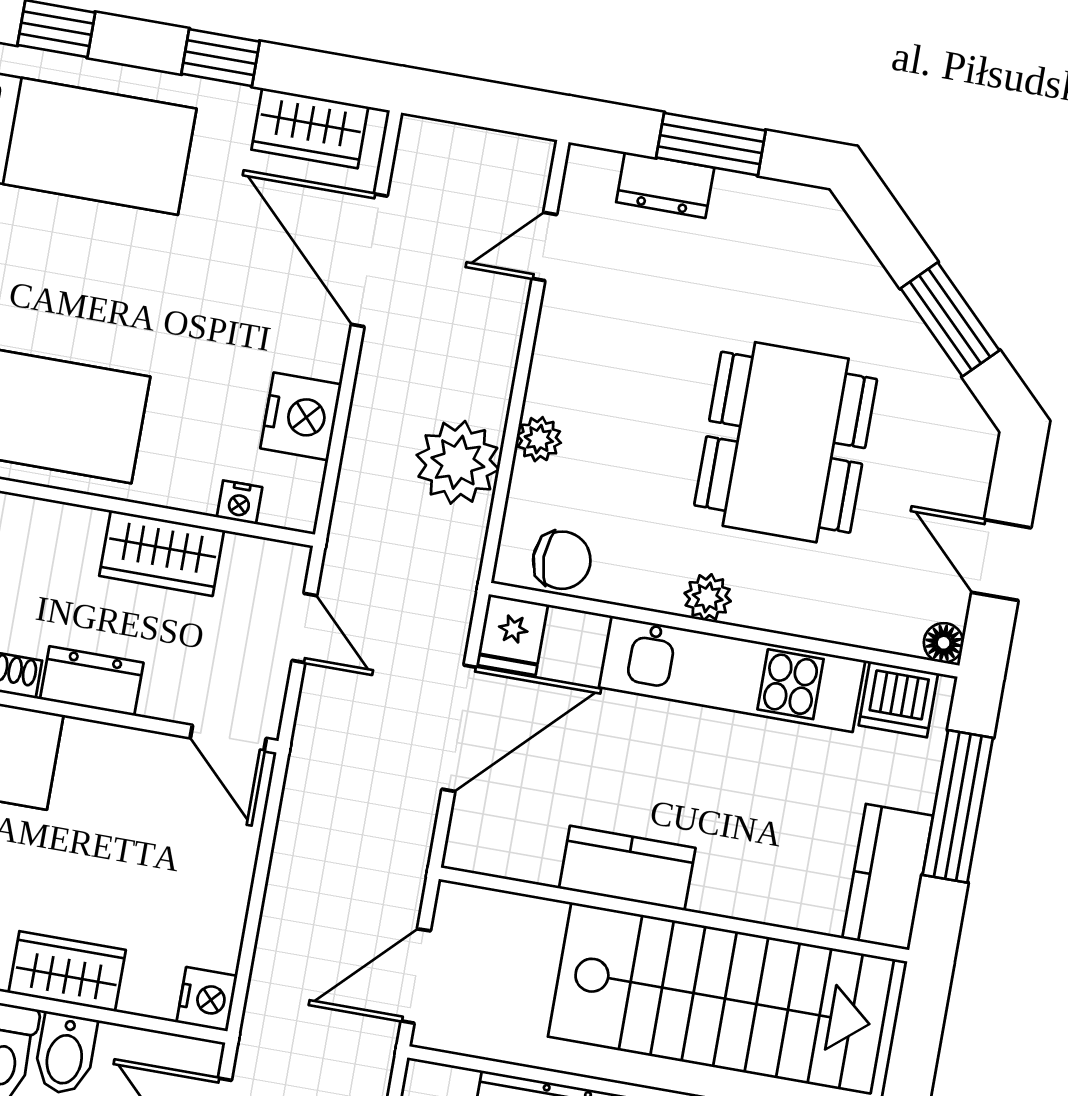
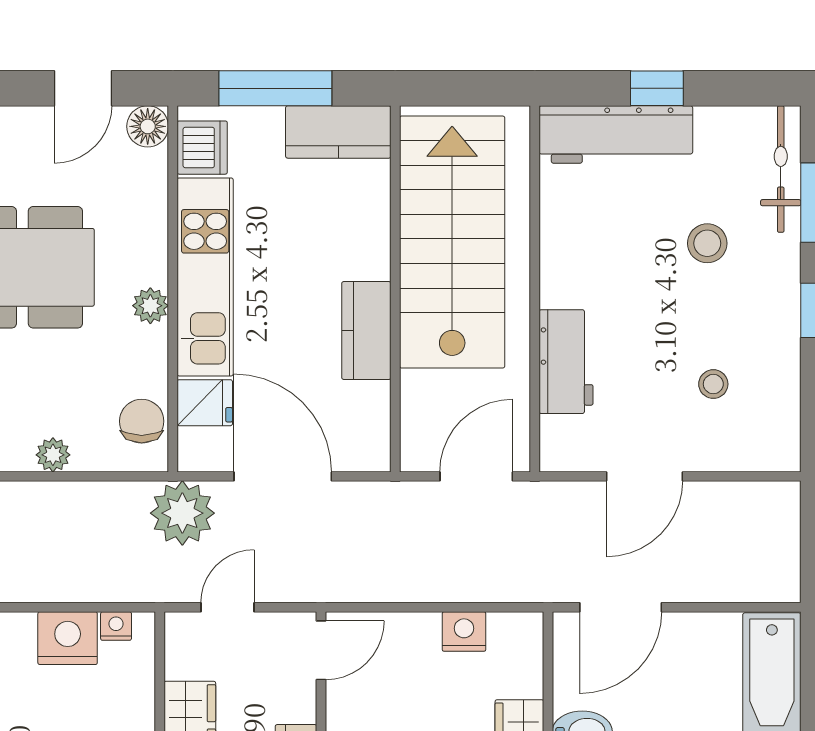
plant: (458, 462) -> (182, 513), moved
nightstand: (239, 502) -> (116, 626), moved, turned -90
fridge: (512, 635) -> (205, 403), moved
floor lamp: (944, 643) -> (148, 126), width x1.37, depth x1.37
door: (416, 976) -> (476, 476), swing flipped
nightstand: (207, 999) -> (464, 632), moved

